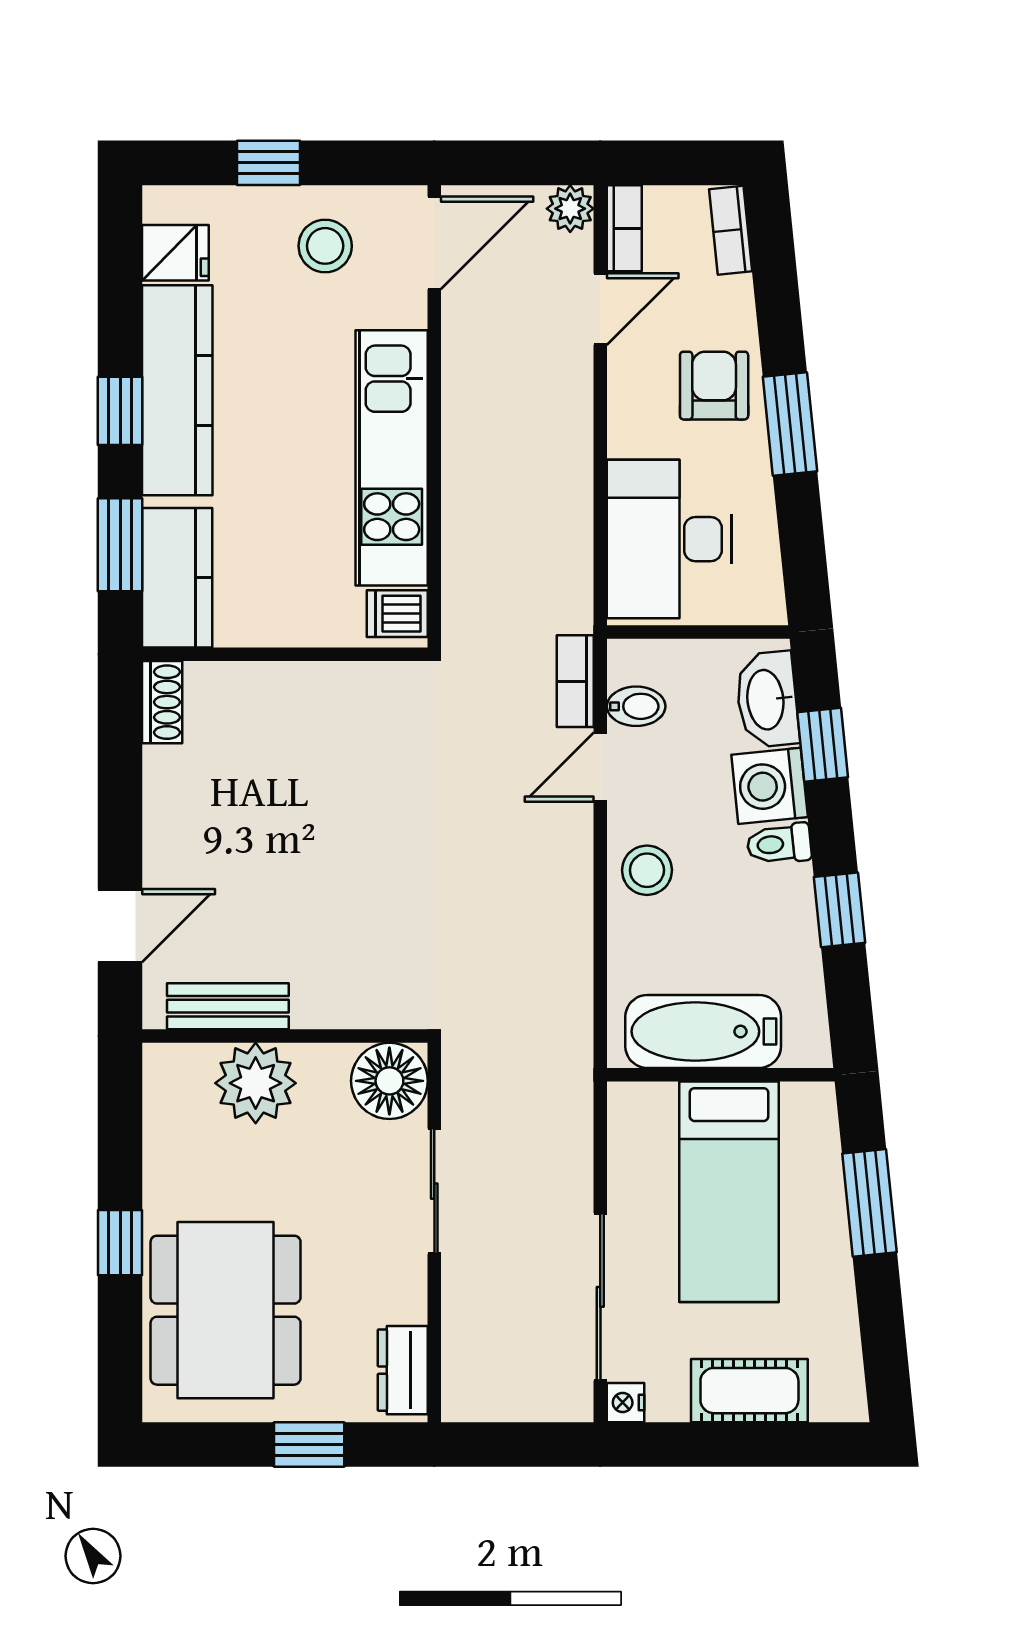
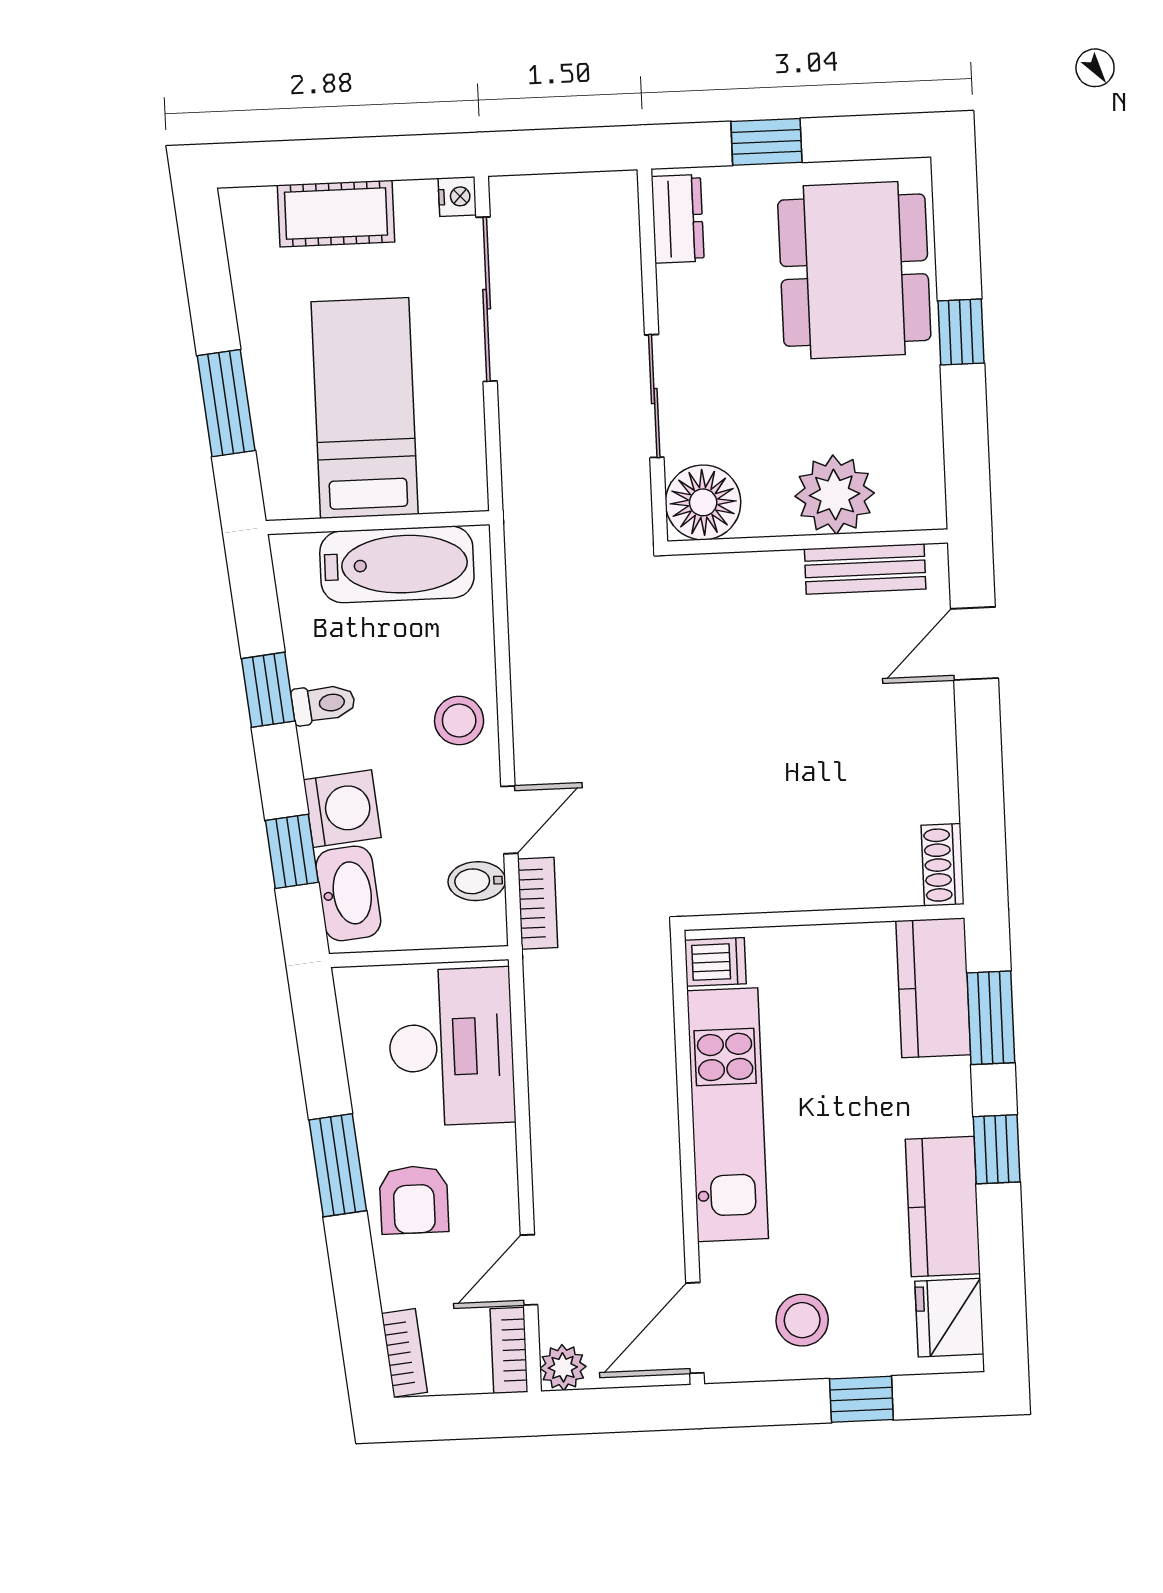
fridge: (175, 253) -> (949, 1318), width x1.38
kitchen counter: (177, 390) -> (943, 1206), width x0.67
toilet: (779, 844) -> (323, 704), moved

